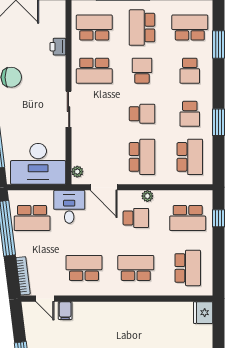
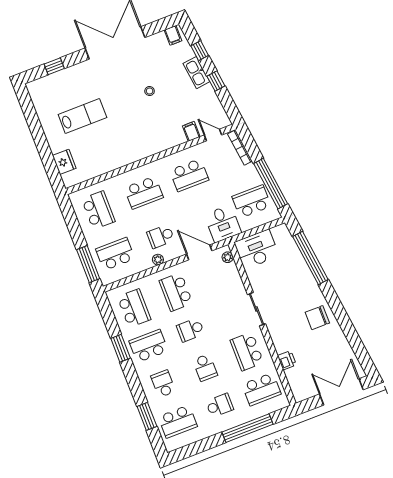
school desk: (142, 28) -> (220, 405), width x0.54
school desk: (94, 71) -> (247, 351), turned -90
school desk: (190, 114) -> (149, 346), width x1.85
school desk: (190, 157) -> (134, 308), turned 180
desk: (38, 164) -> (257, 249), width x0.73, depth x0.77
window: (218, 218) -> (88, 264), width x2.17
school desk: (188, 268) -> (98, 210), turned 180
fridge: (203, 313) -> (64, 162), moved

